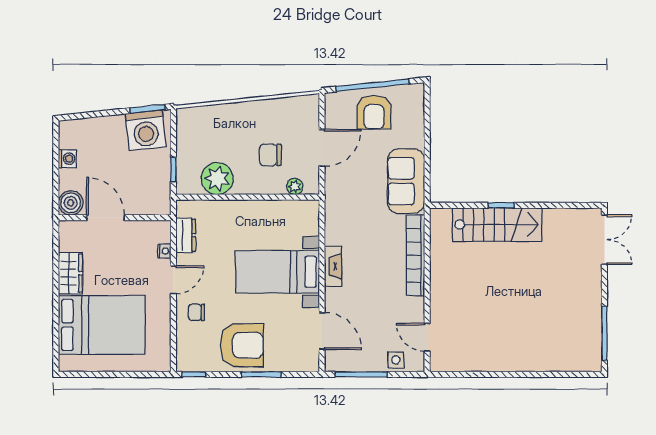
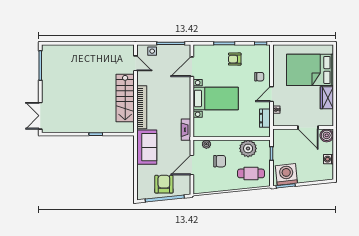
cafe table: (212, 132) -> (251, 173), added
stairs: (497, 225) -> (125, 98), moved, turned -90
fireplace: (333, 266) -> (186, 130), moved
door: (322, 331) -> (192, 67), hinge flipped
armchair: (242, 345) -> (235, 59), width x0.53, depth x0.53

